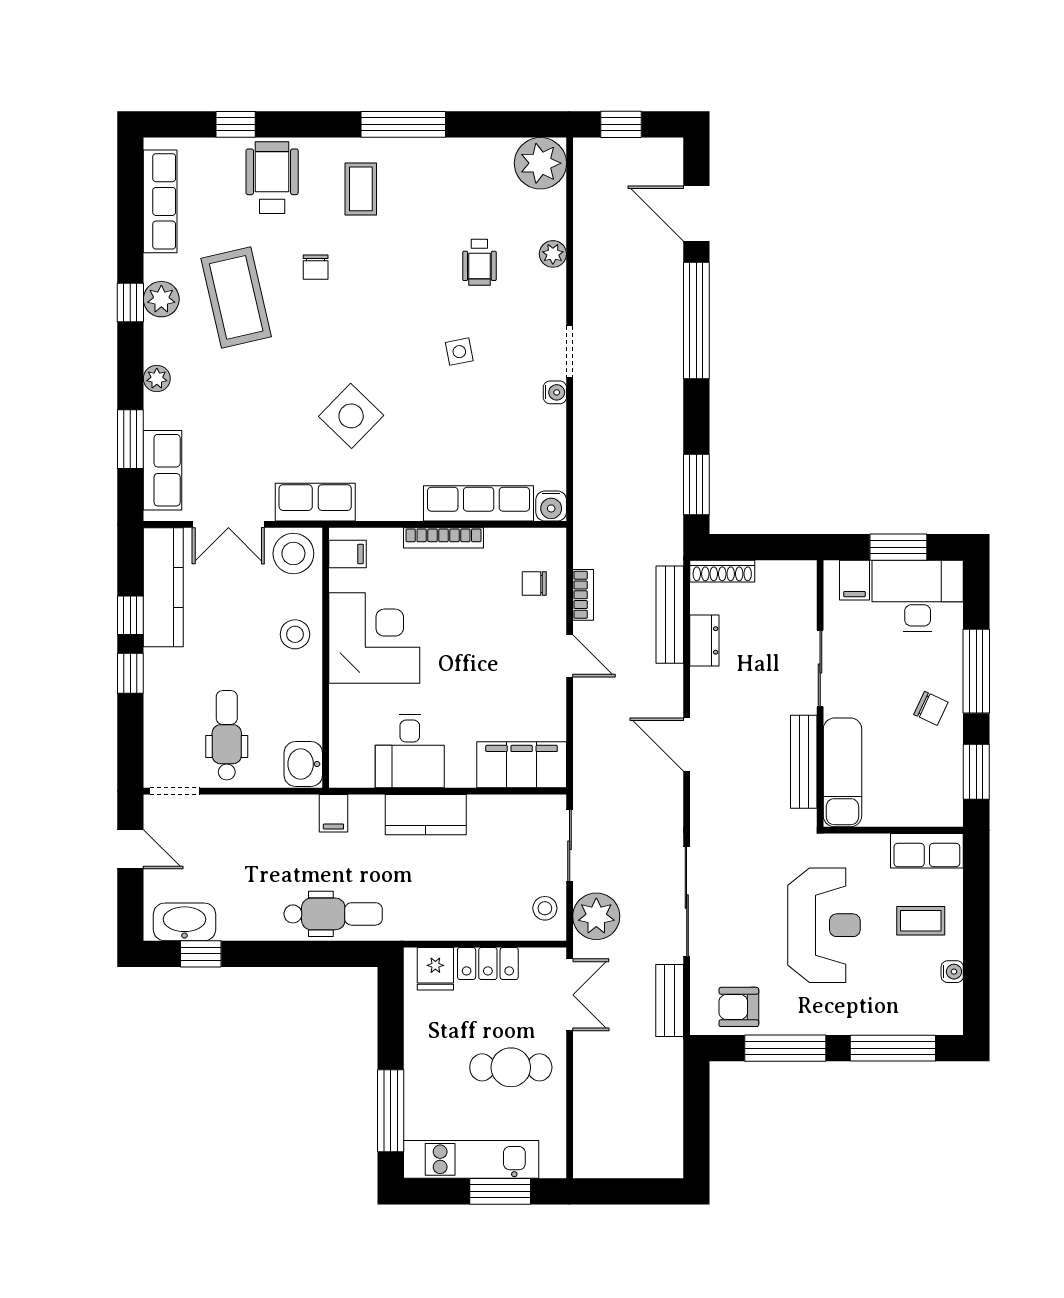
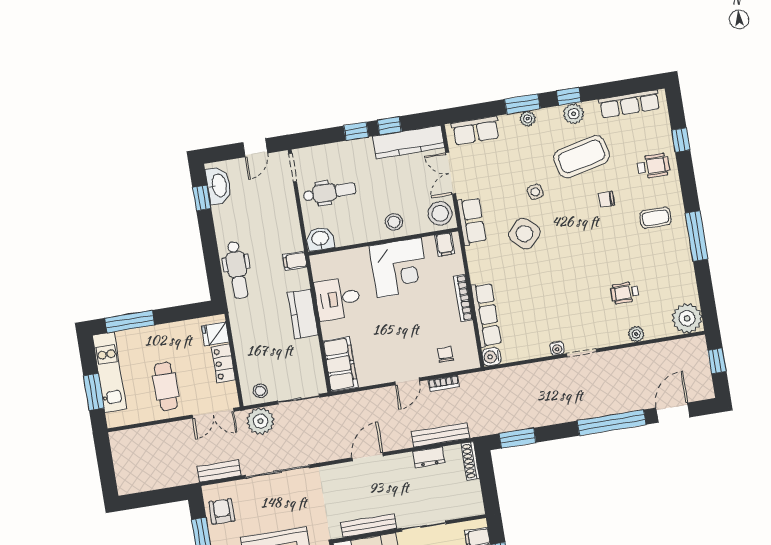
wheelchair: (272, 178) -> (654, 166), width x0.73, depth x0.73
side table: (459, 352) -> (535, 192), moved
window: (130, 439) -> (522, 104), moved

